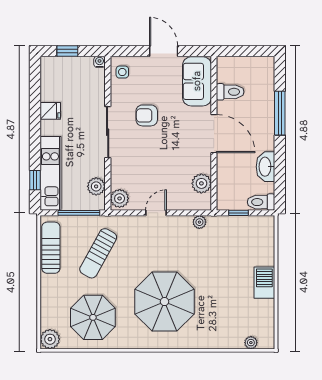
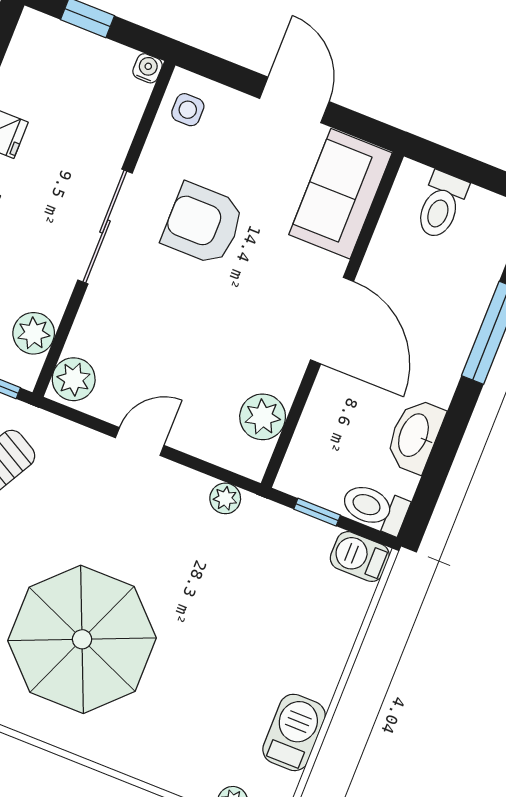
toilet: (230, 92) -> (441, 205), moved, turned 90
armchair: (147, 115) -> (203, 224), width x1.38, depth x1.38
barbecue: (263, 224) -> (360, 557), added
barbecue: (264, 283) -> (294, 732), moved

